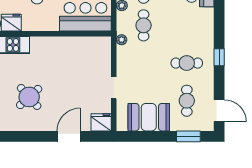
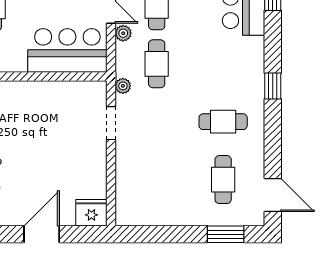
window: (219, 57) -> (273, 86), moved
doorway: (114, 88) -> (111, 123), moved
booth: (149, 117) -> (165, 205), removed

